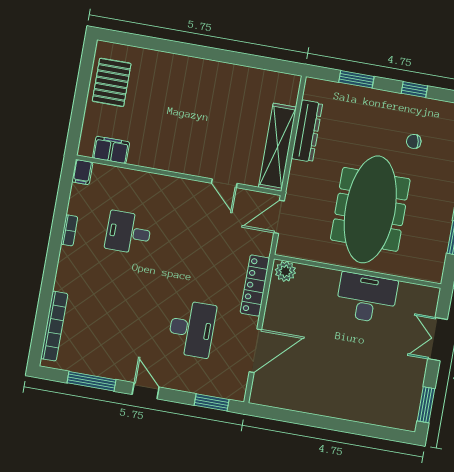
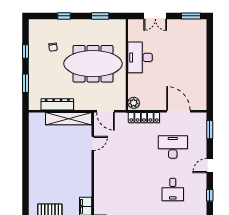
desk: (128, 233) -> (173, 189), moved
window: (91, 381) -> (210, 195), width x0.46

